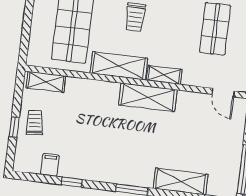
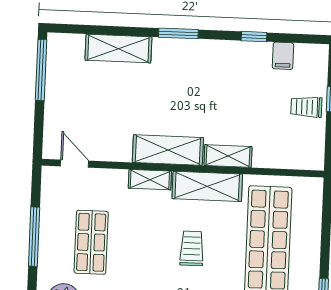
shelving: (46, 82) -> (228, 156), moved
trolley: (35, 123) -> (306, 107), turned 96

